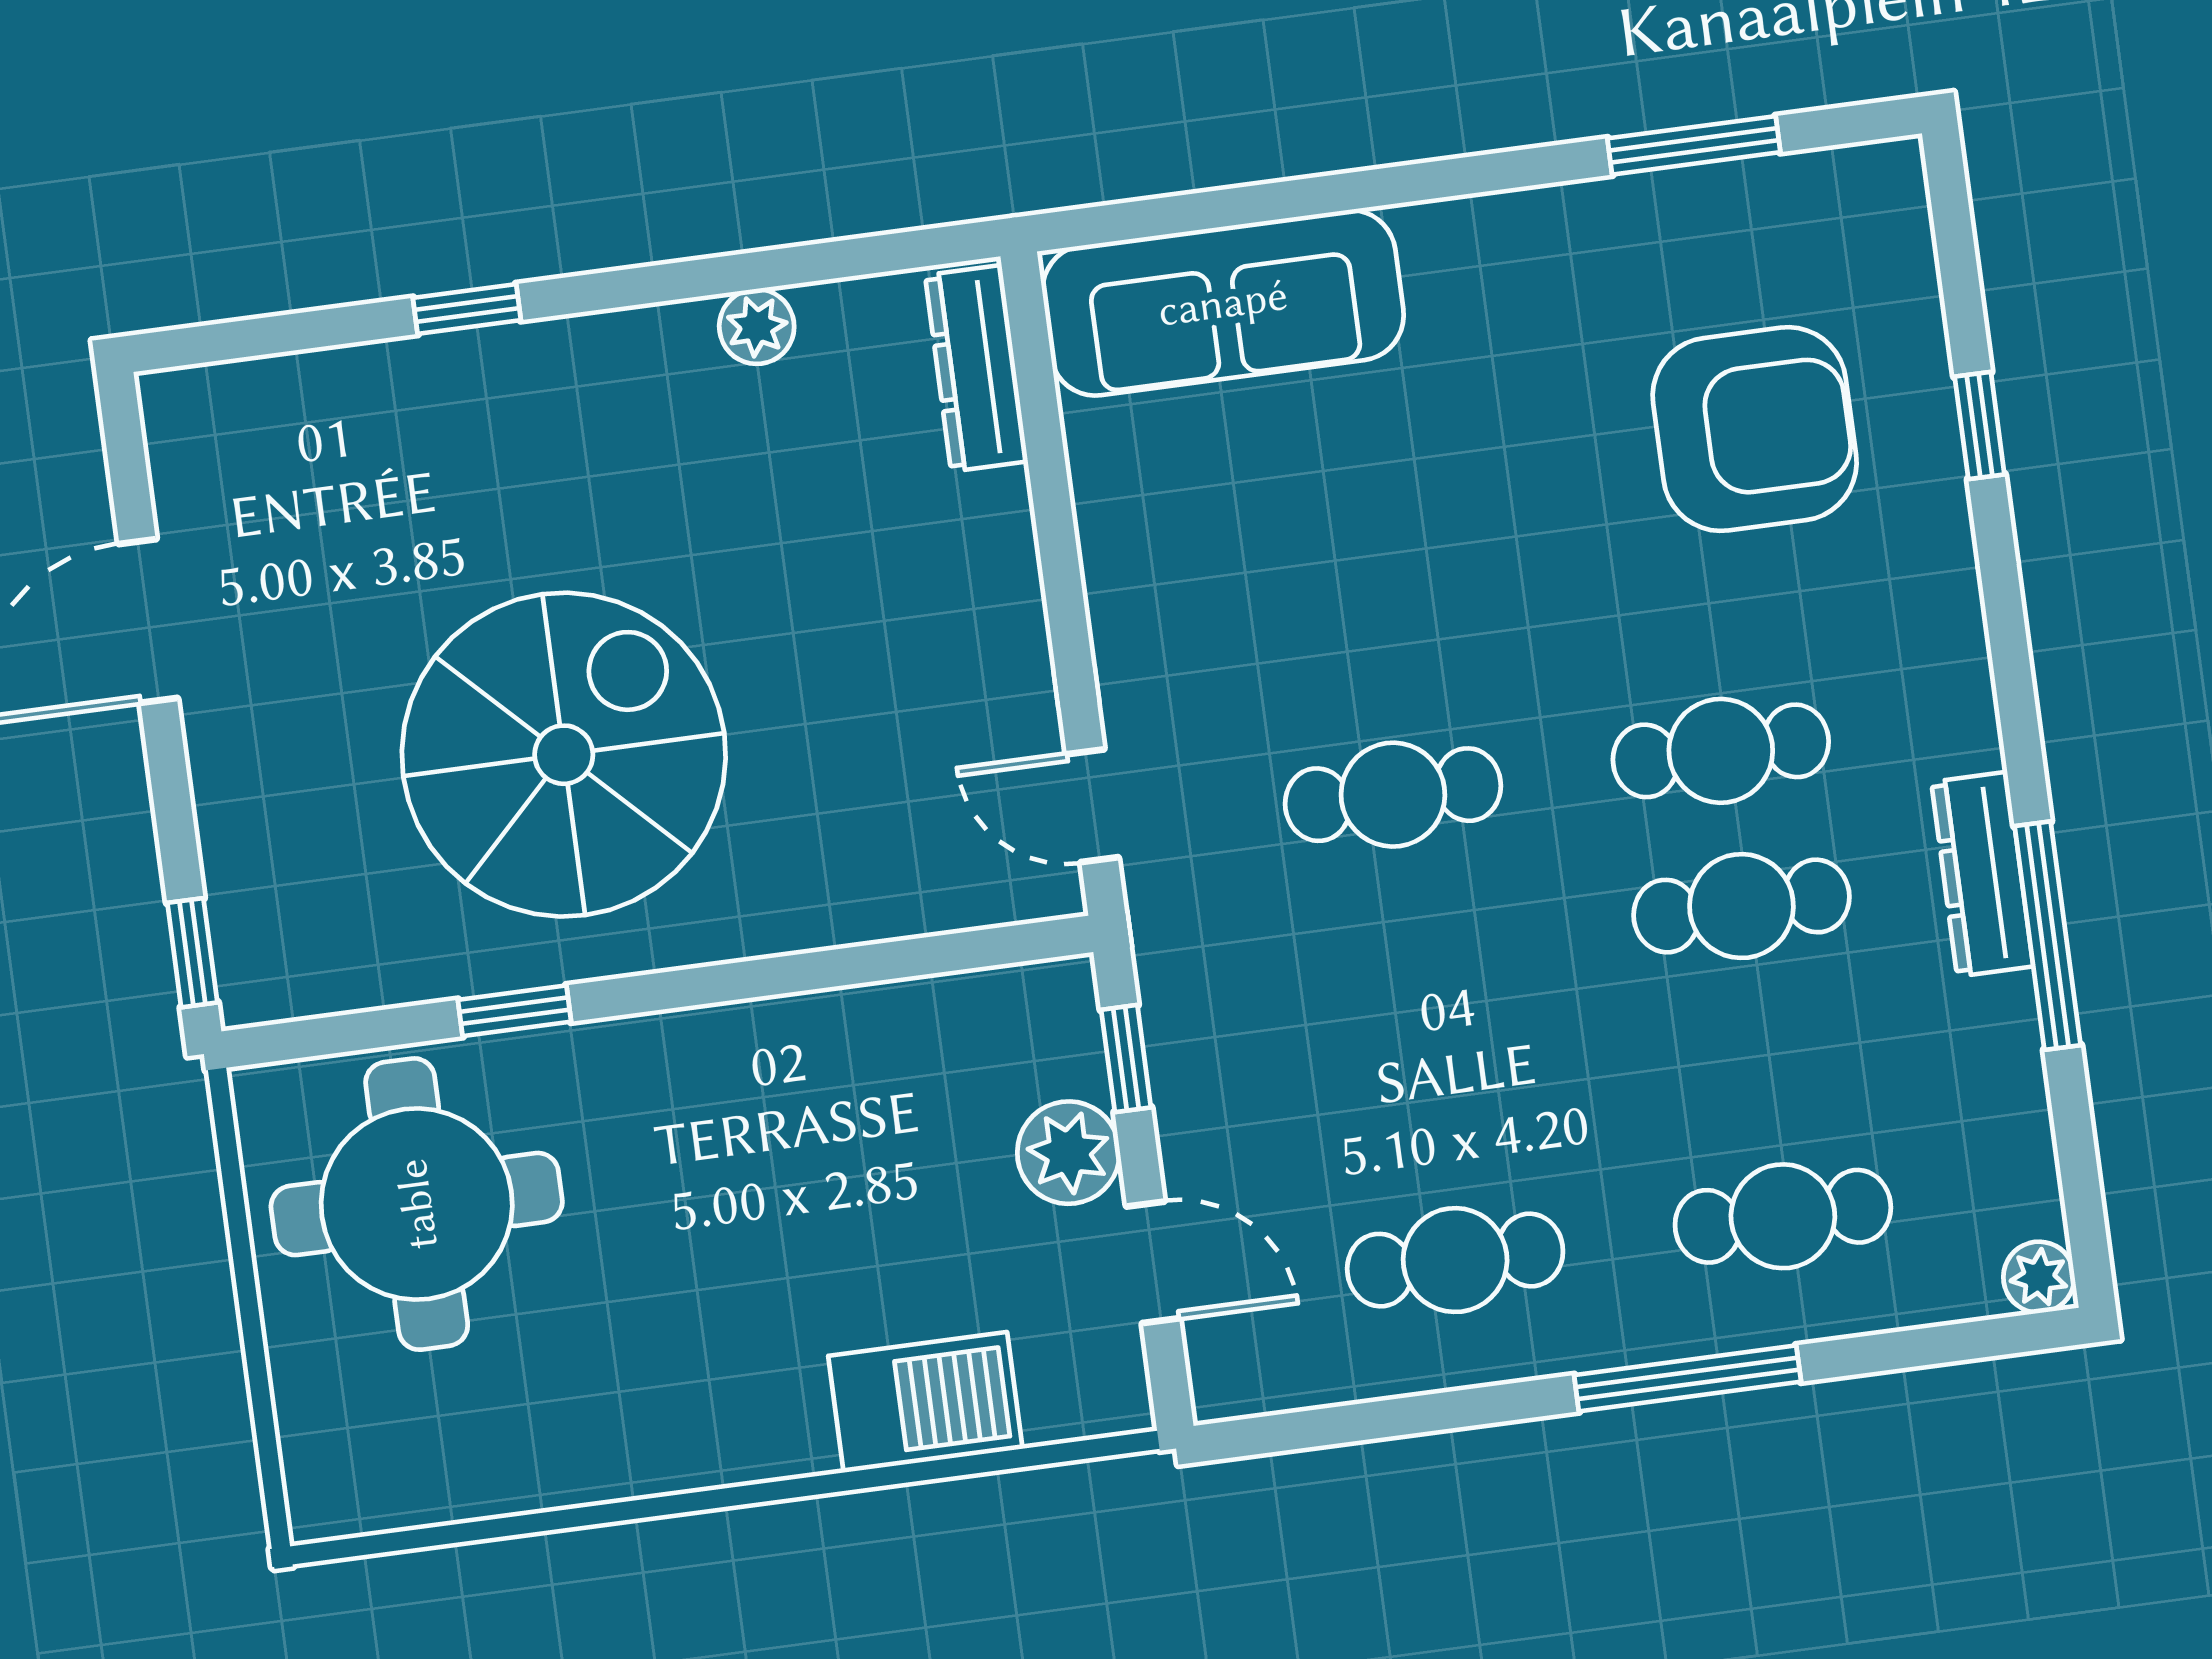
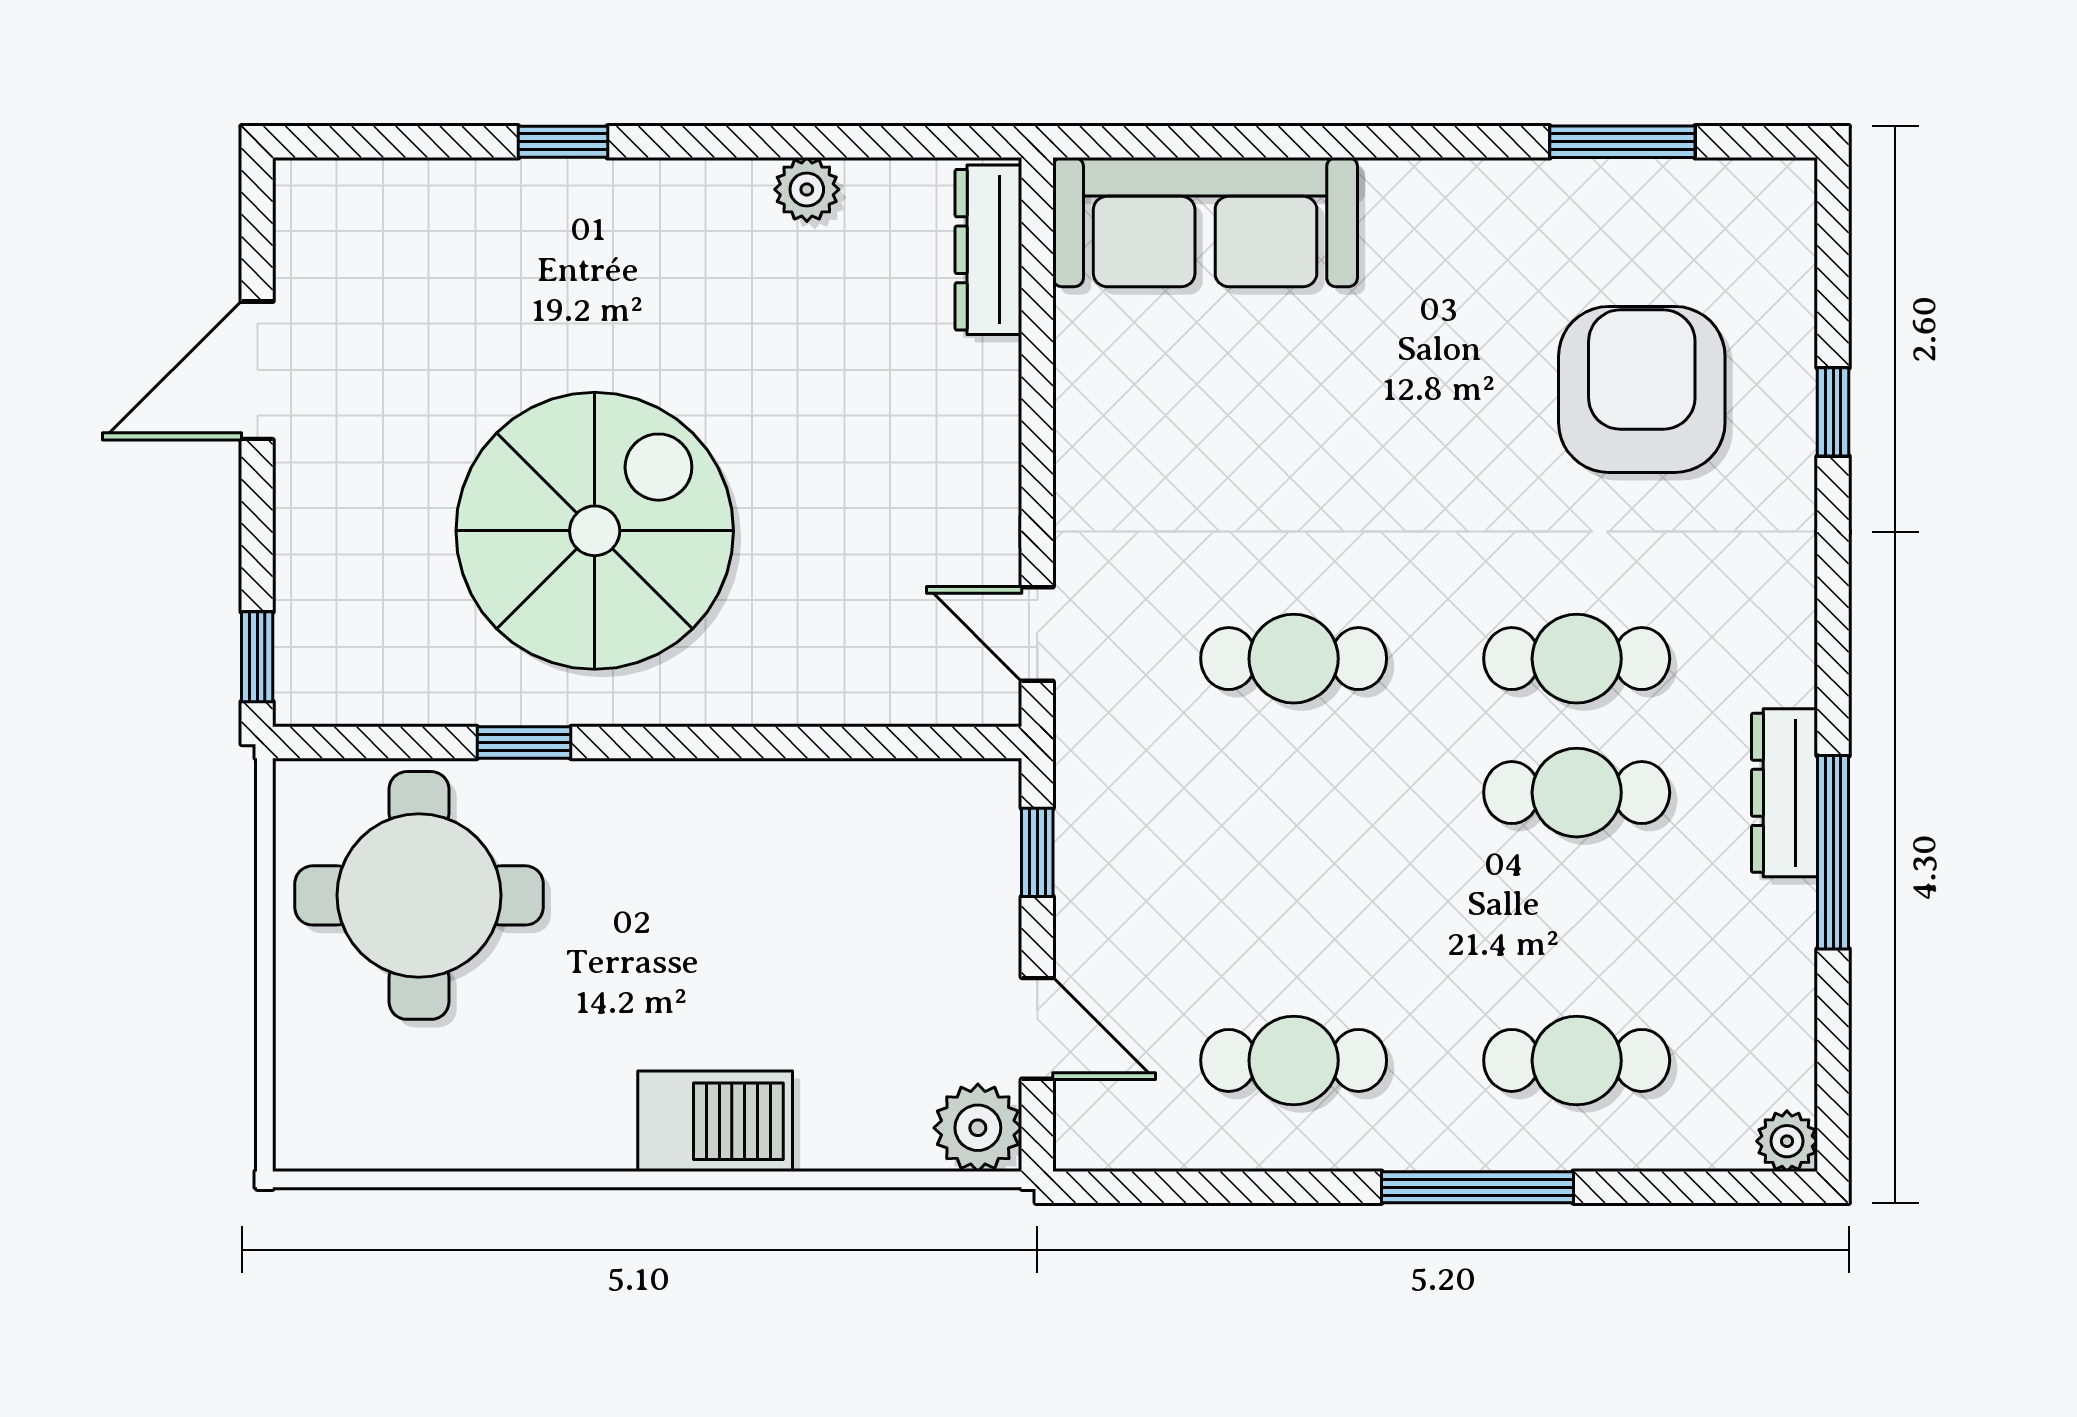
armchair: (1755, 429) -> (1642, 389), turned -90
plant: (1069, 1153) -> (978, 1128), moved
barbecue: (925, 1402) -> (715, 1121), moved

